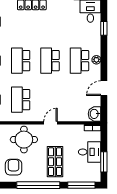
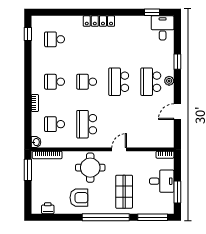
window: (104, 28) -> (177, 62), moved
school desk: (21, 61) -> (87, 82), width x0.54
washbasin: (95, 114) -> (167, 140), removed
armchair: (14, 167) -> (79, 198), turned 90

